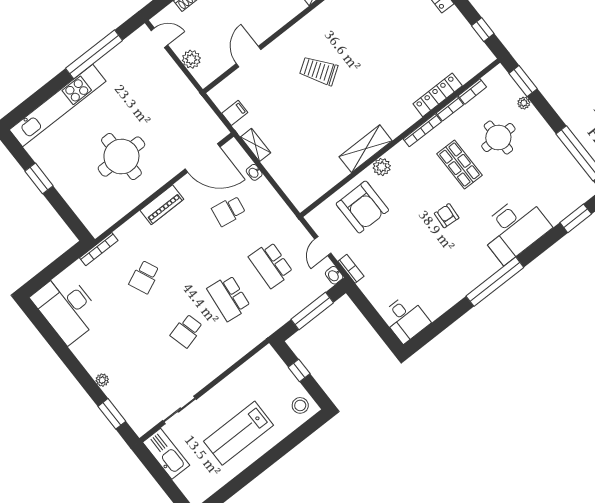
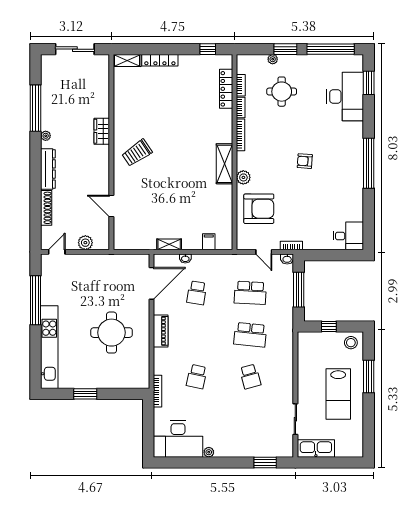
trolley: (319, 71) -> (137, 153), moved
window: (523, 81) -> (285, 49), moved
locker: (438, 95) -> (226, 89), moved
filing cabinet: (235, 113) -> (209, 242), moved
shelving: (366, 149) -> (224, 164), moved
shop shelf: (459, 164) -> (279, 128), removed
desk: (514, 228) -> (345, 96), moved
school desk: (144, 277) -> (197, 377), turned 36
plant: (102, 380) -> (209, 452), moved
window: (280, 450) -> (369, 376), added

